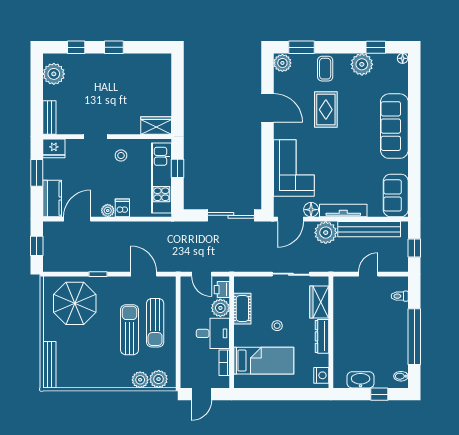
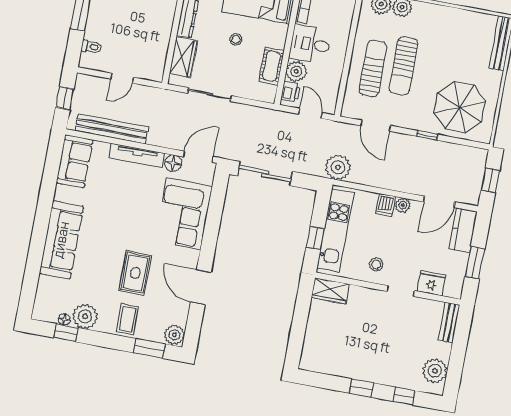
floor lamp: (403, 58) -> (64, 319), moved
fridge: (54, 148) -> (431, 283), moved
plant: (326, 233) -> (338, 167), moved

